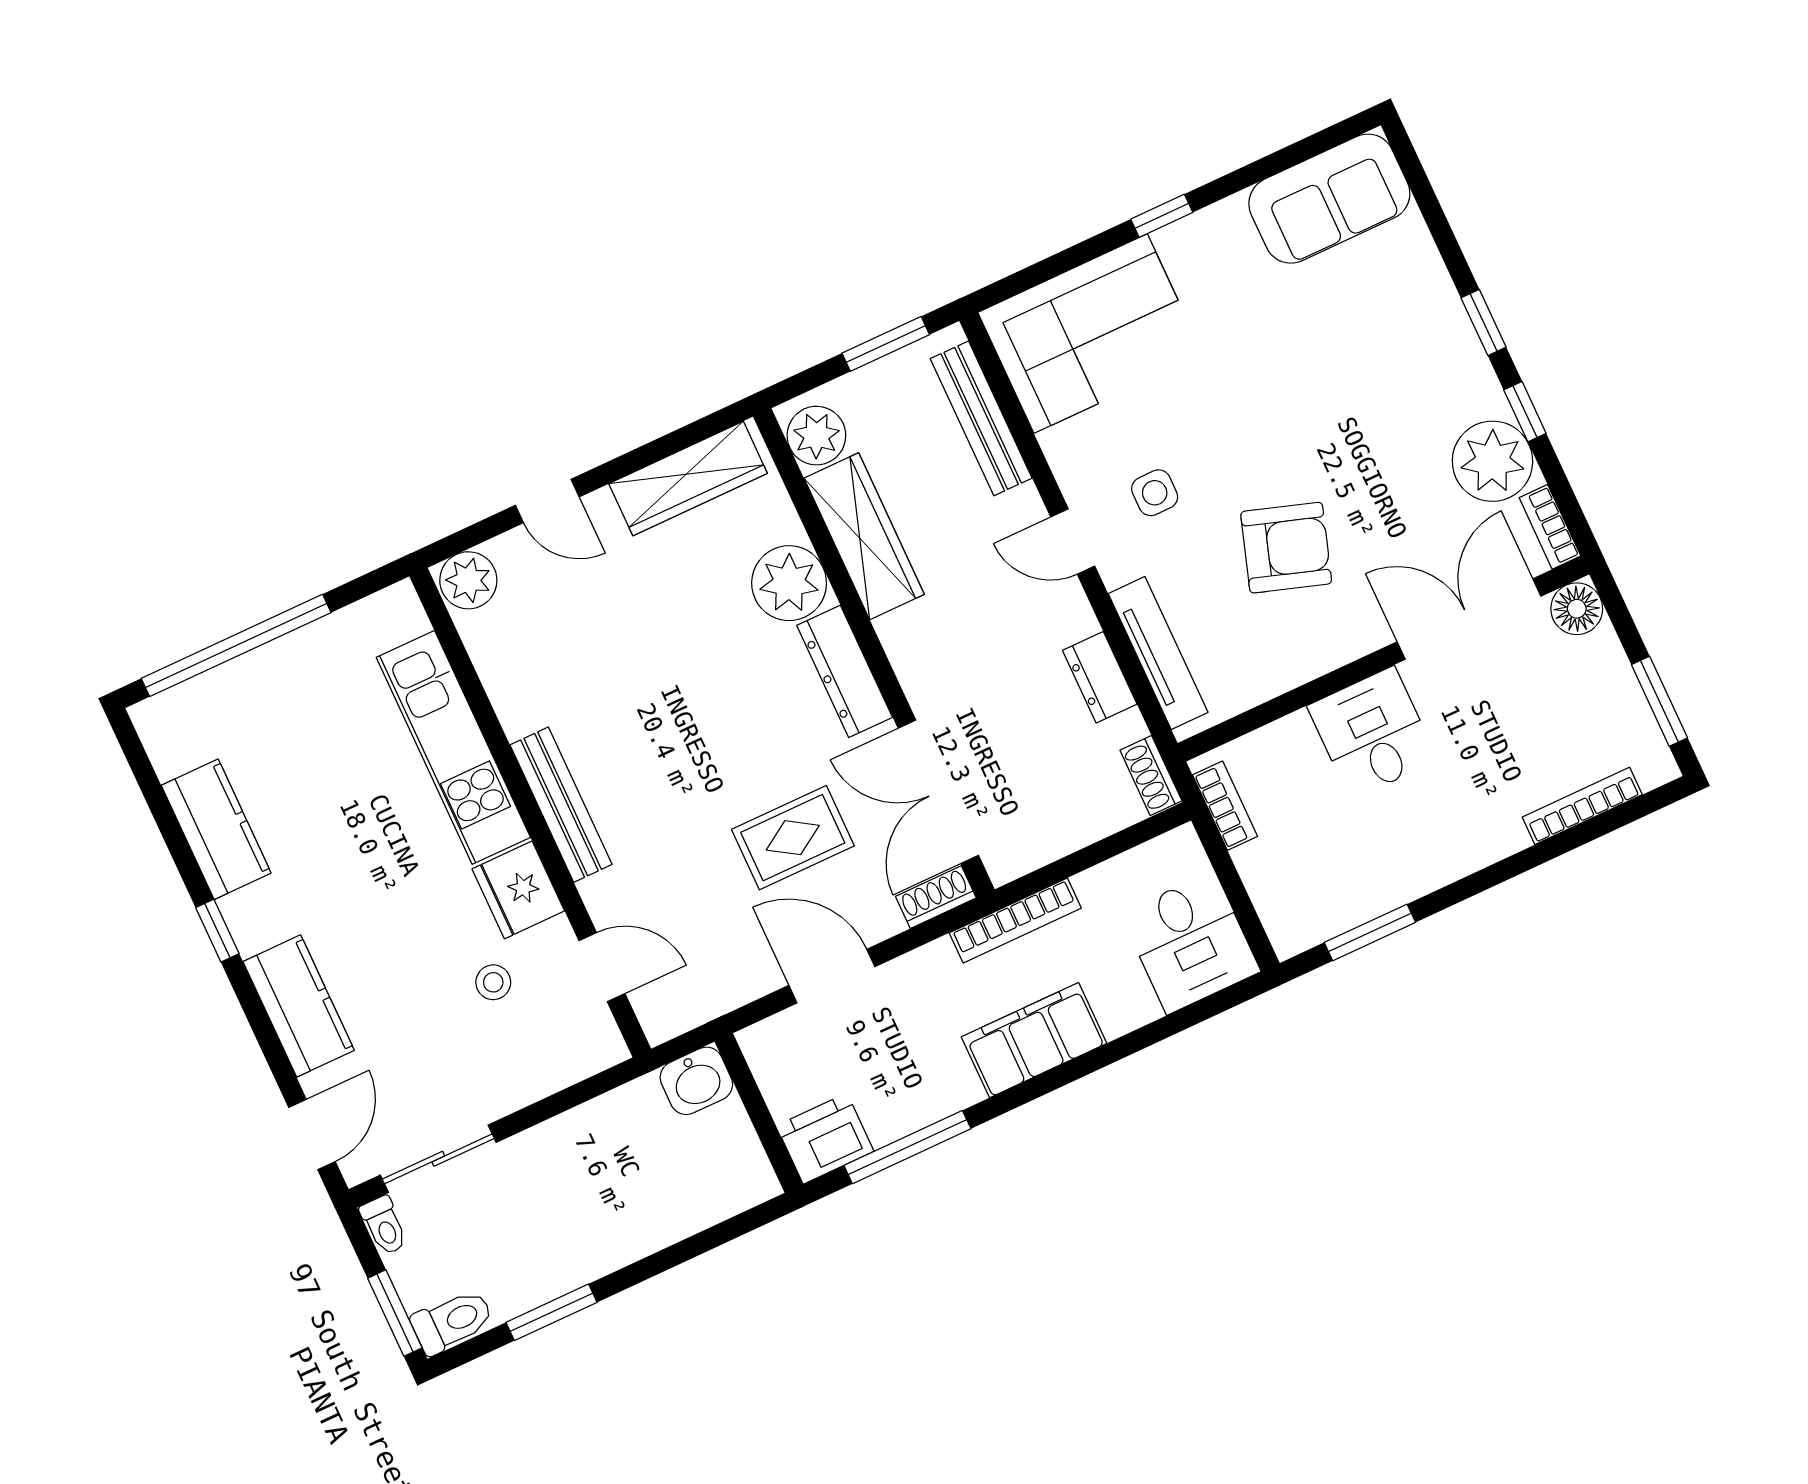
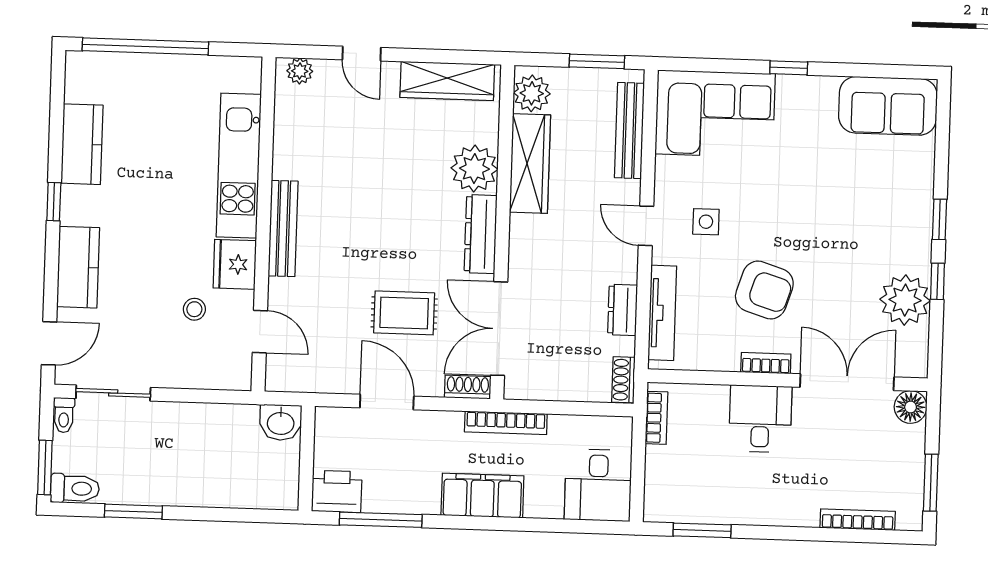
bookcase: (1550, 527) -> (766, 363), moved, turned 90
plant: (468, 580) -> (300, 71), width x0.73, depth x0.73

